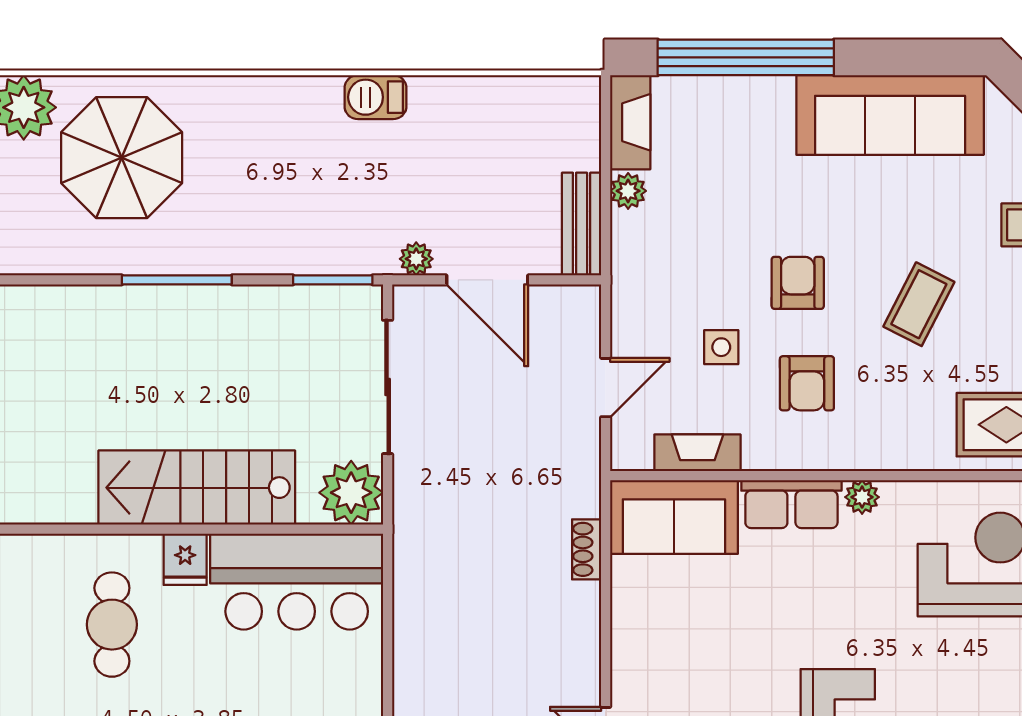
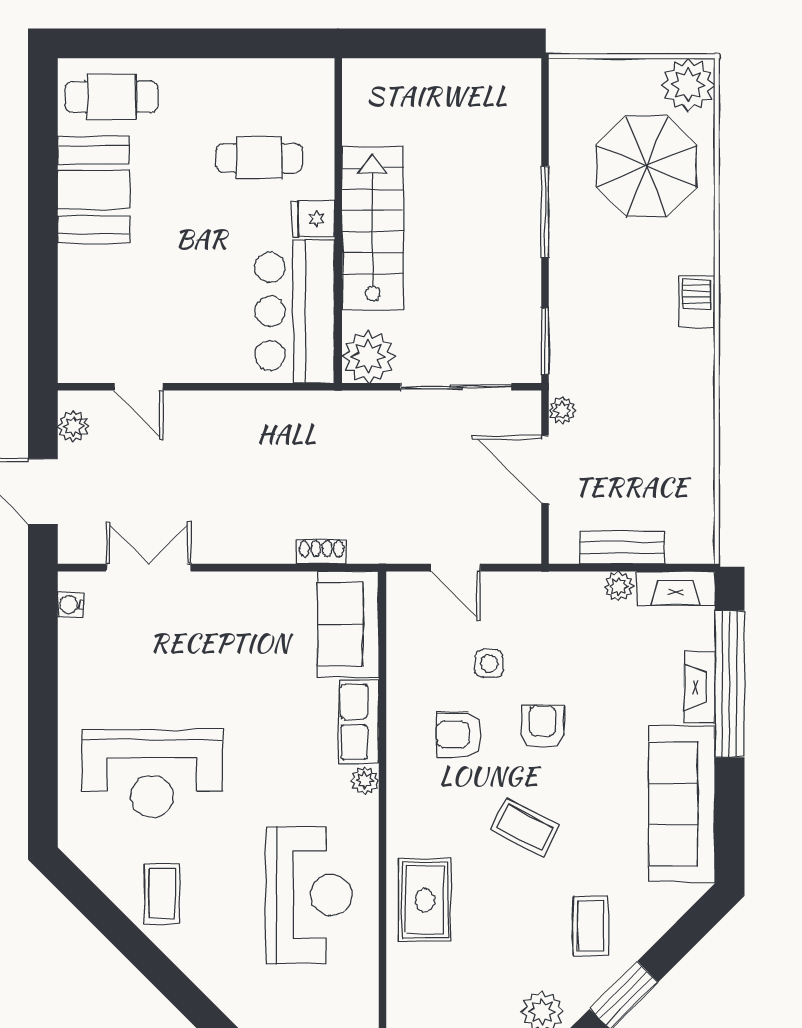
barbecue: (375, 97) -> (697, 302), moved
bench: (582, 224) -> (622, 548), moved
door: (487, 280) -> (545, 469), hinge flipped
armchair: (798, 283) -> (543, 727), turned -90
fireplace: (697, 453) -> (700, 687), moved, turned 180

